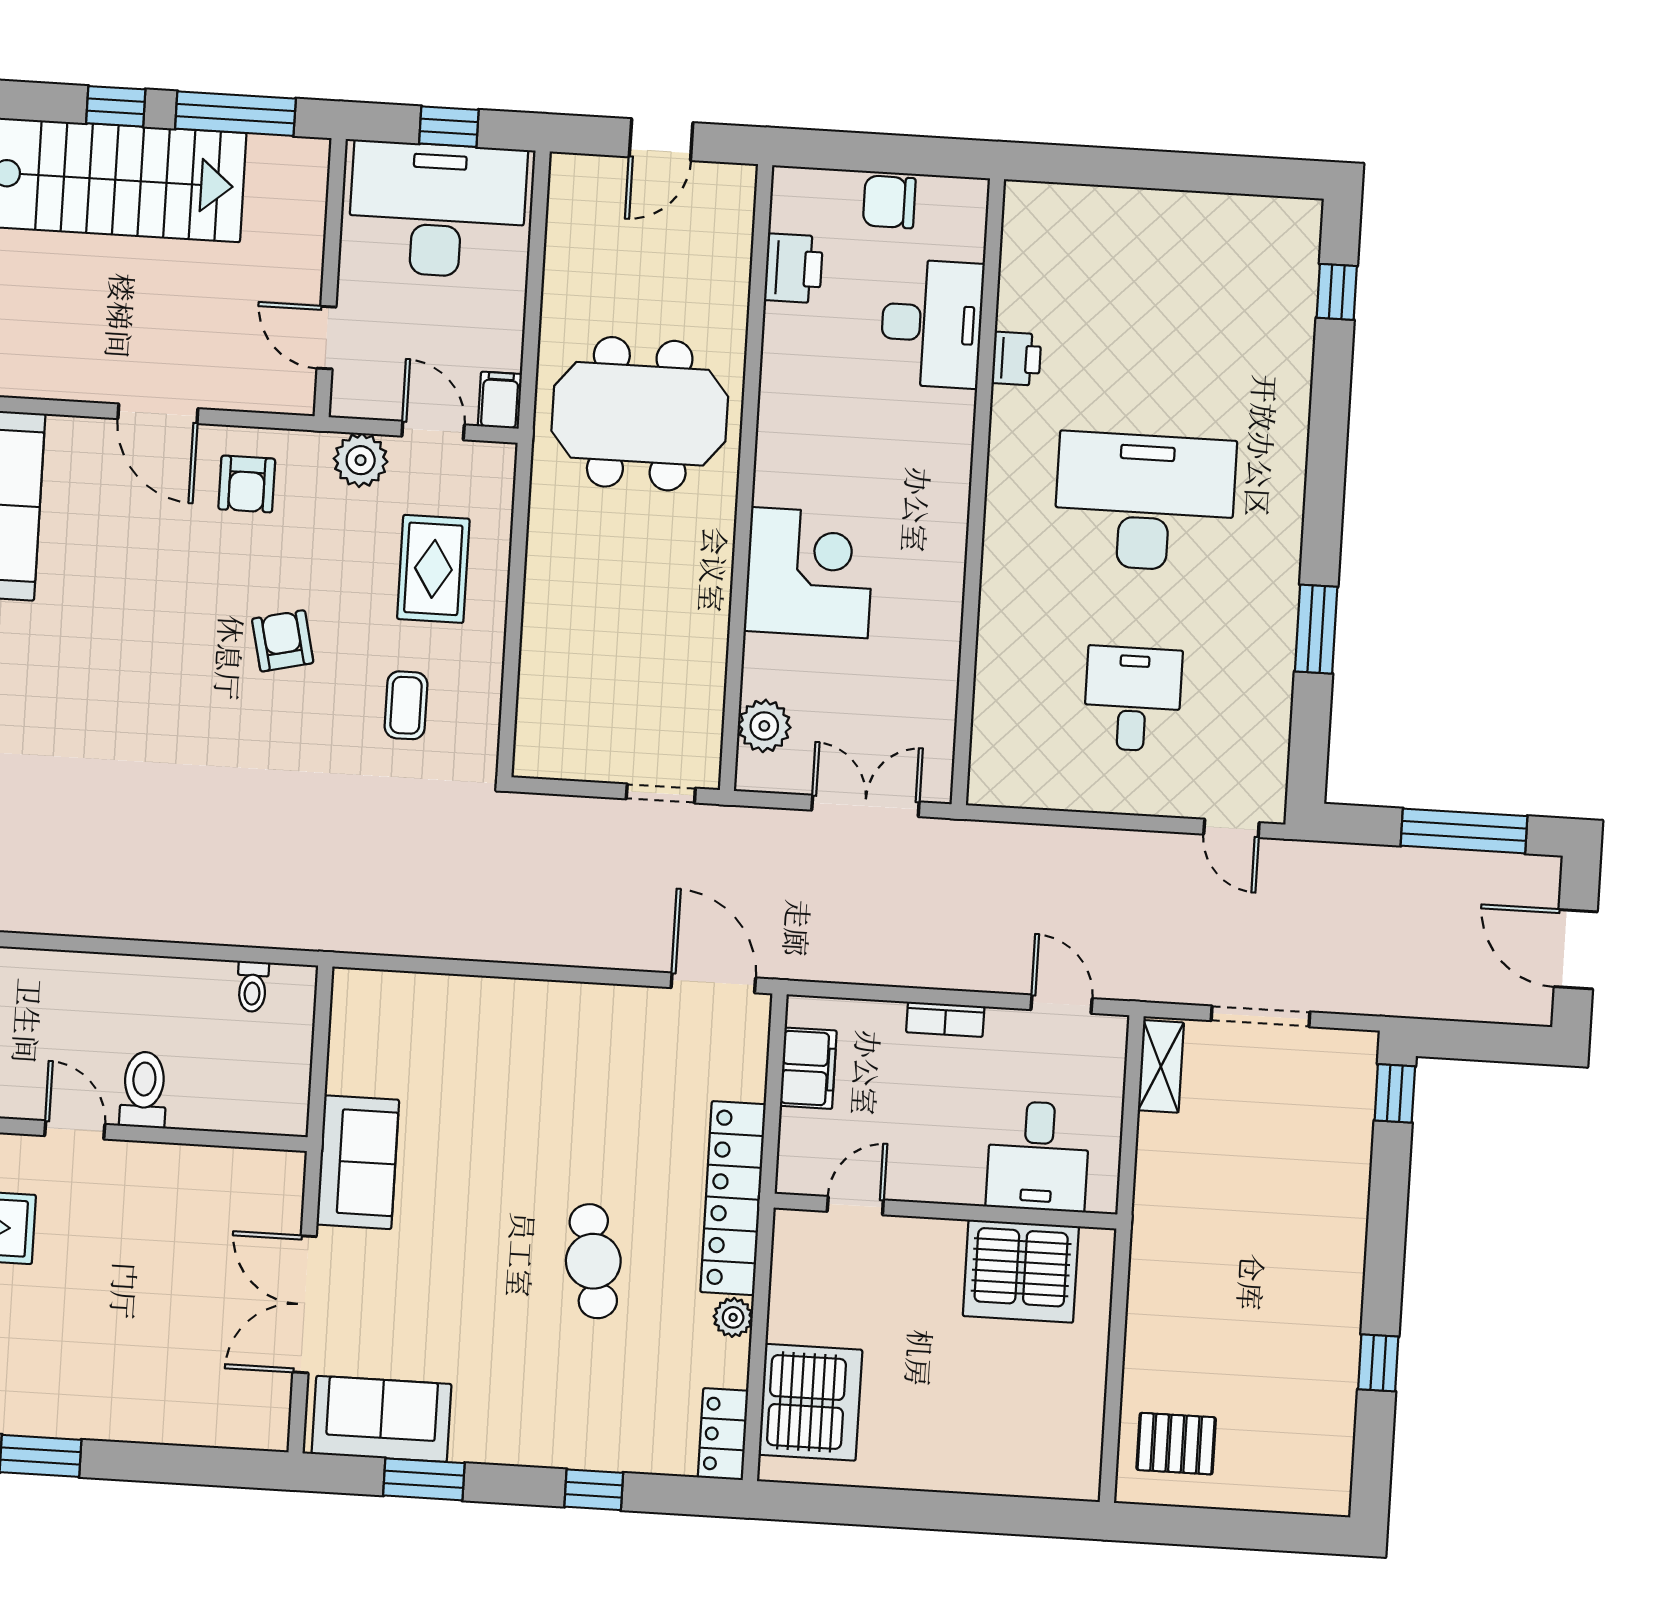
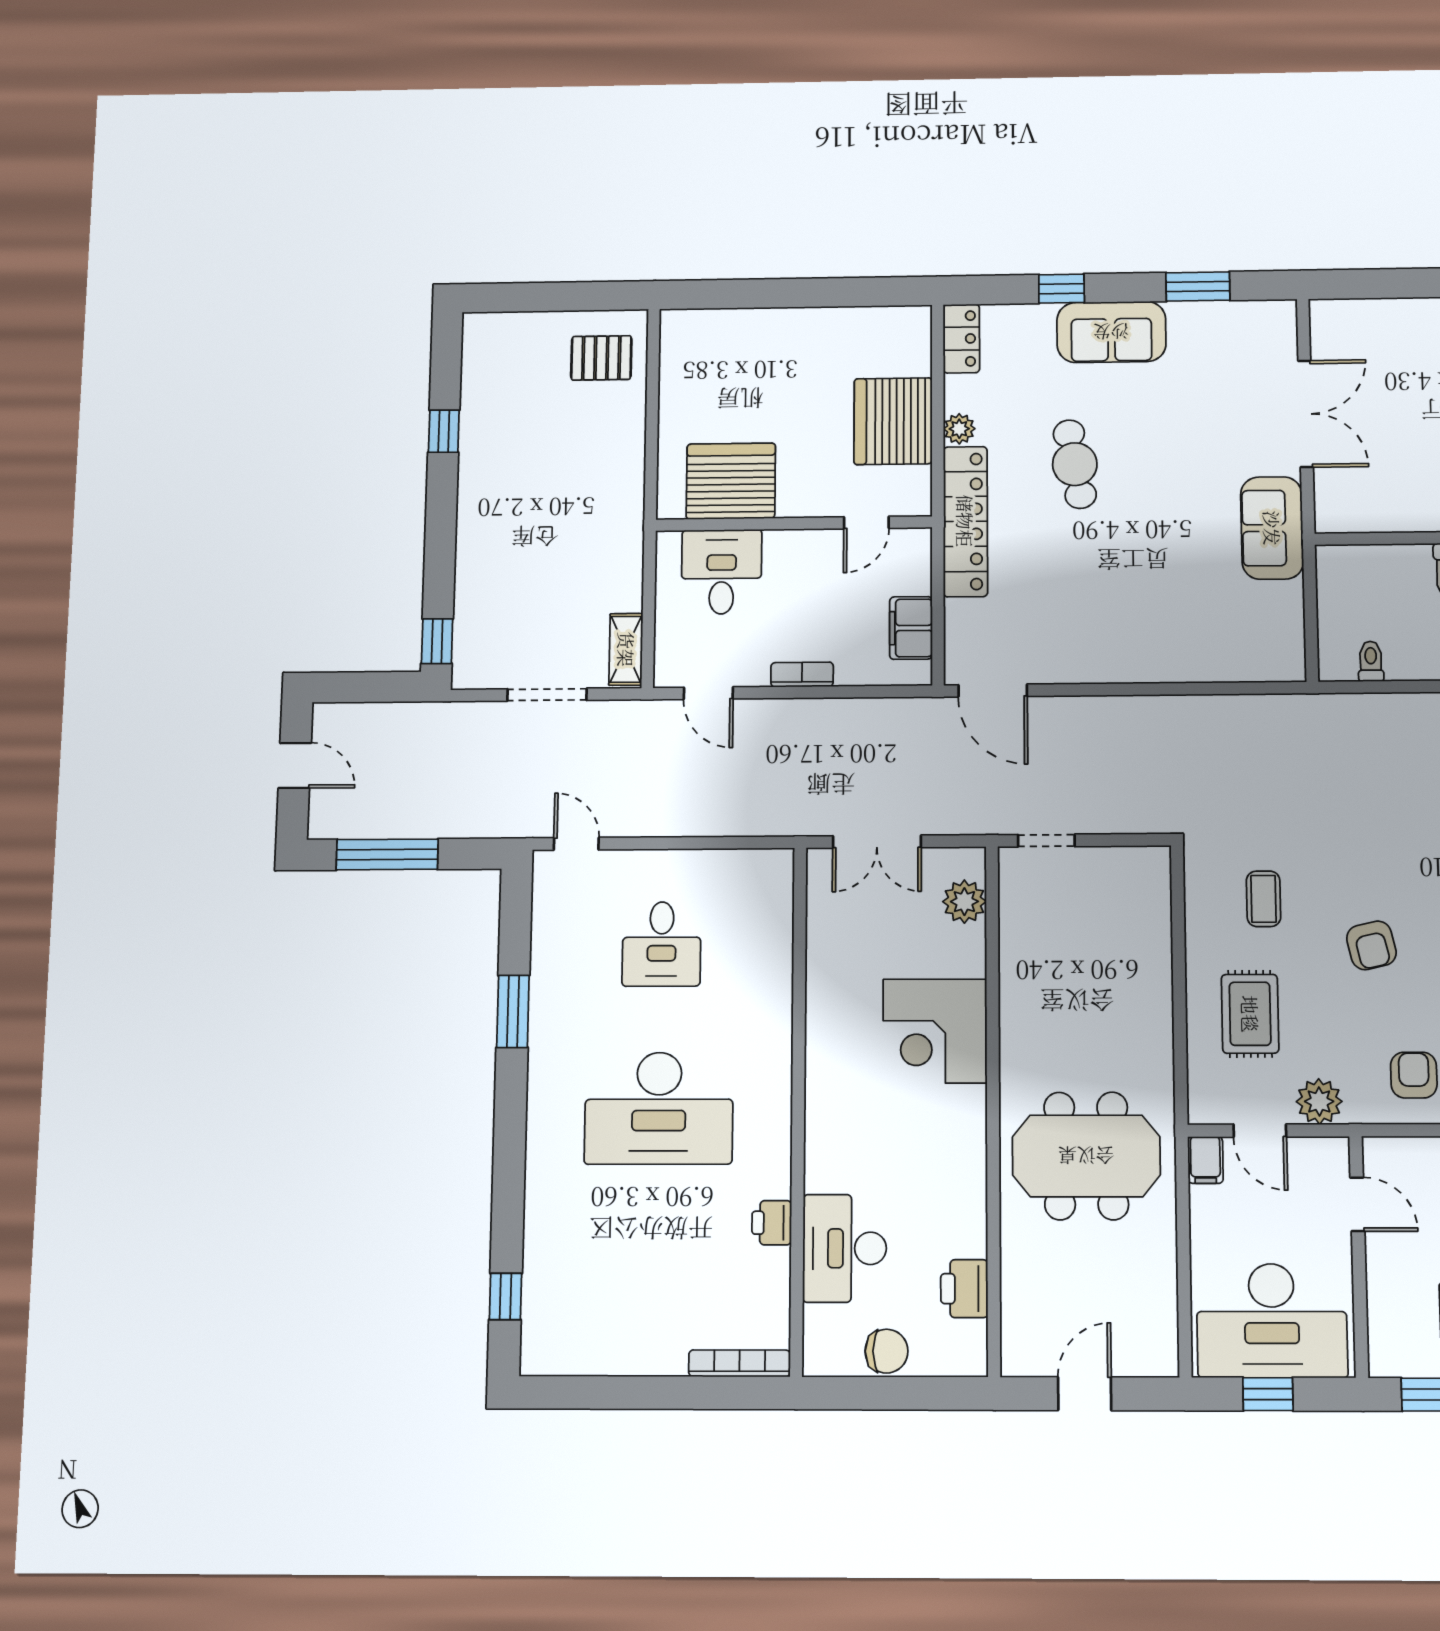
bookcase: (1063, 198) -> (739, 1363), added
door: (1576, 949) -> (295, 766), width x0.73
server rack: (810, 1402) -> (893, 421), moved
sofa: (382, 1419) -> (1111, 332), moved

